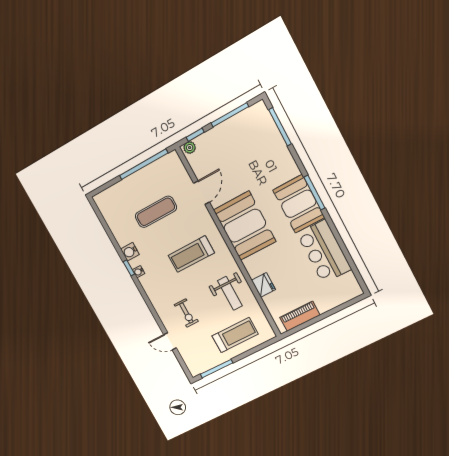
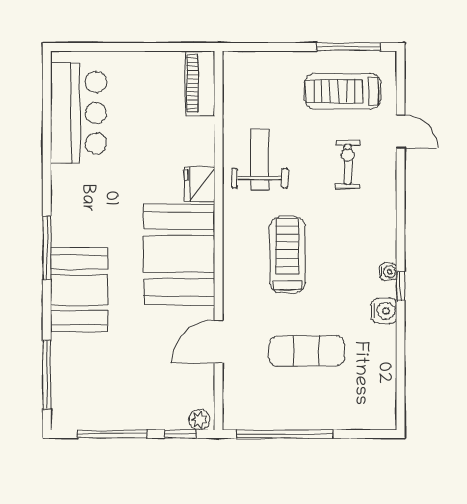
booth: (299, 204) -> (79, 290), moved
bar counter: (324, 252) -> (79, 113), moved
treadmill: (191, 254) -> (287, 255), turned -90
fridge: (263, 285) -> (200, 184), moved
piano: (300, 316) -> (200, 83), moved, turned 90
treadmill: (235, 335) -> (343, 91), moved

